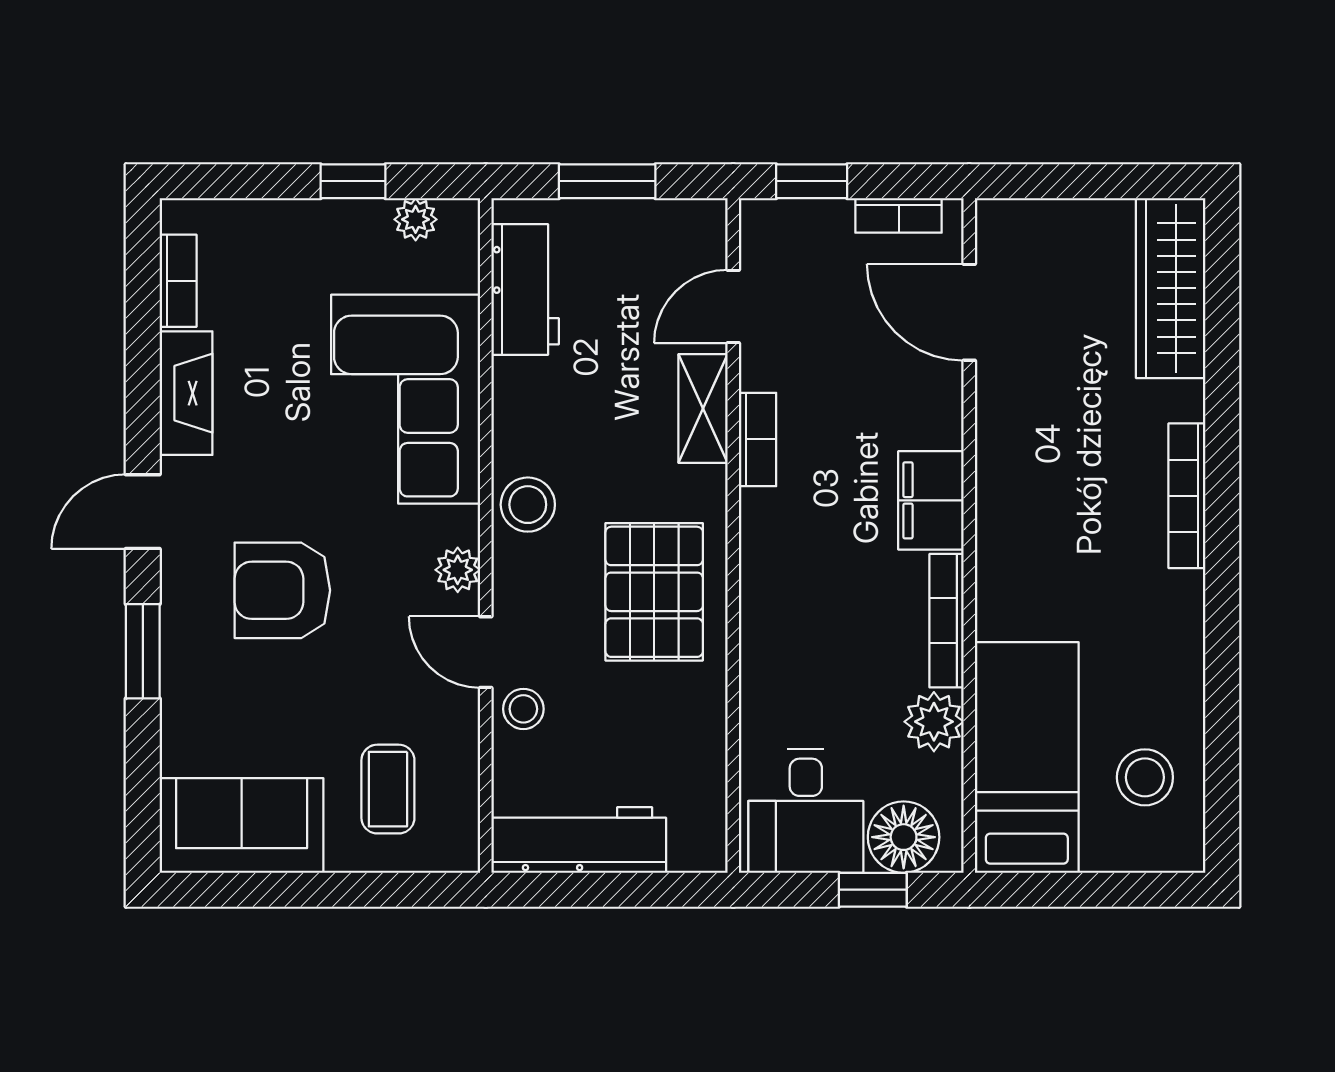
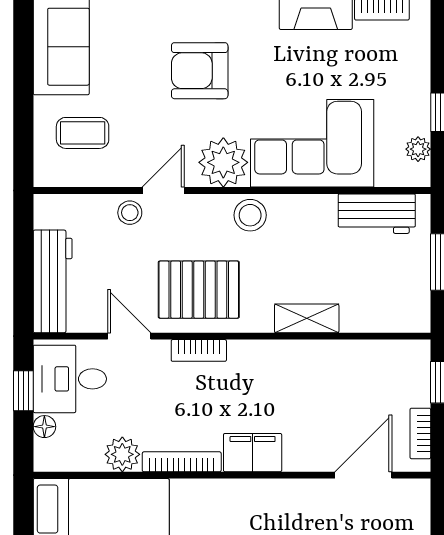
door: (733, 307) -> (129, 336), moved
bookcase: (757, 439) -> (199, 350), moved
plant: (458, 570) -> (223, 162), width x1.88, depth x1.88
armchair: (282, 590) -> (200, 71), turned -90
floor lamp: (904, 837) -> (44, 427), width x0.53, depth x0.53
workbench: (579, 840) -> (53, 281), moved
window: (873, 890) -> (23, 391), moved

